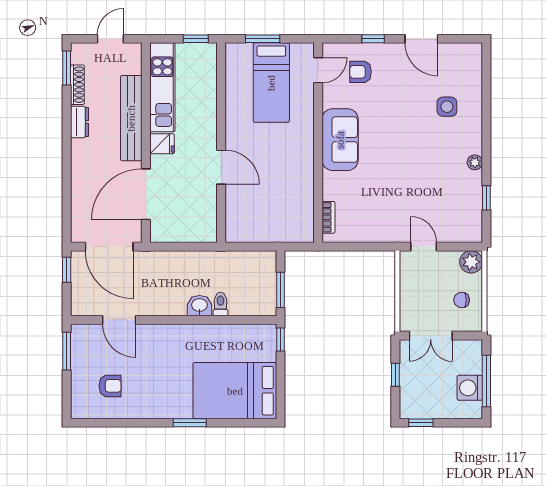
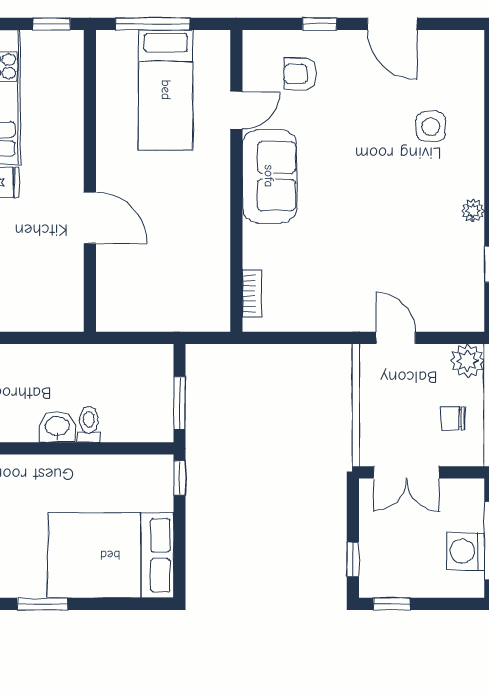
window: (263, 39) -> (153, 24), width x1.44
door: (318, 70) -> (236, 110), moved
window: (395, 375) -> (353, 559), moved

